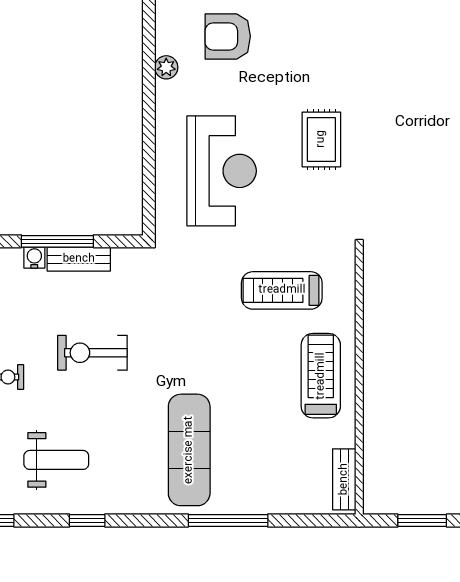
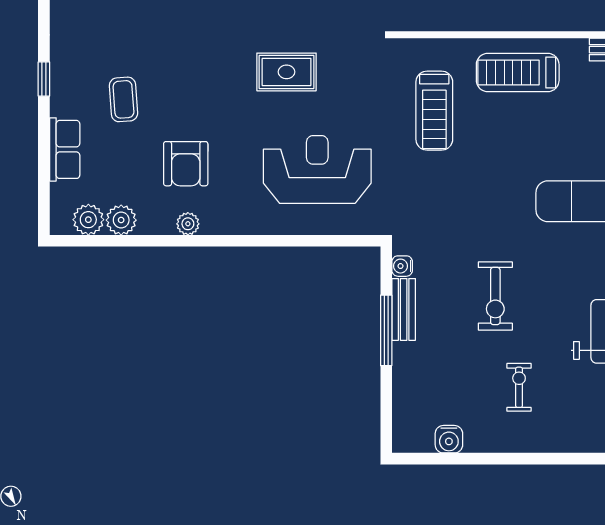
plant: (166, 67) -> (188, 224), moved
water cooler: (34, 258) -> (402, 266), moved

